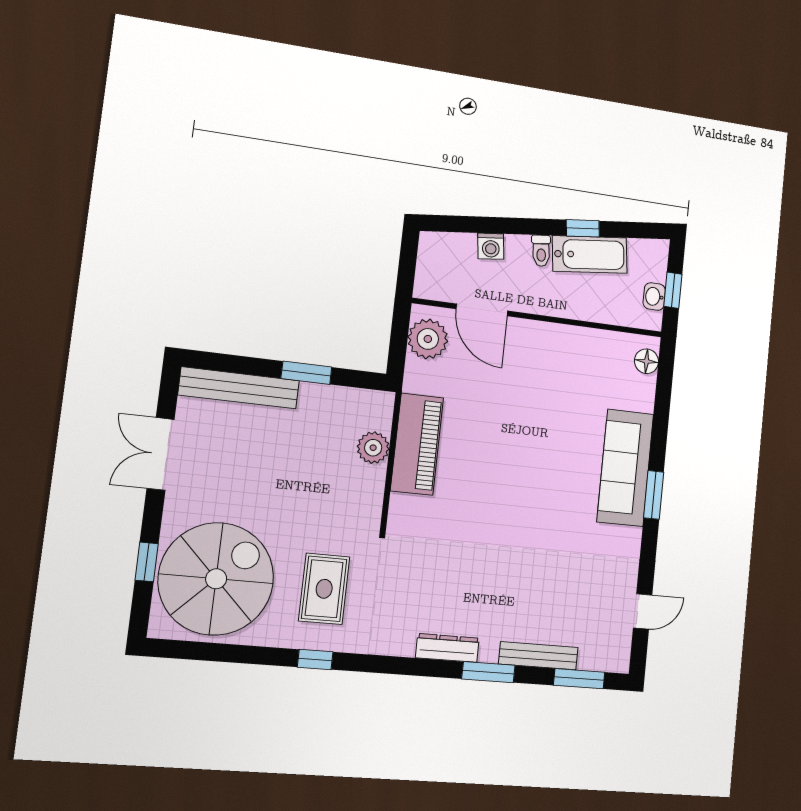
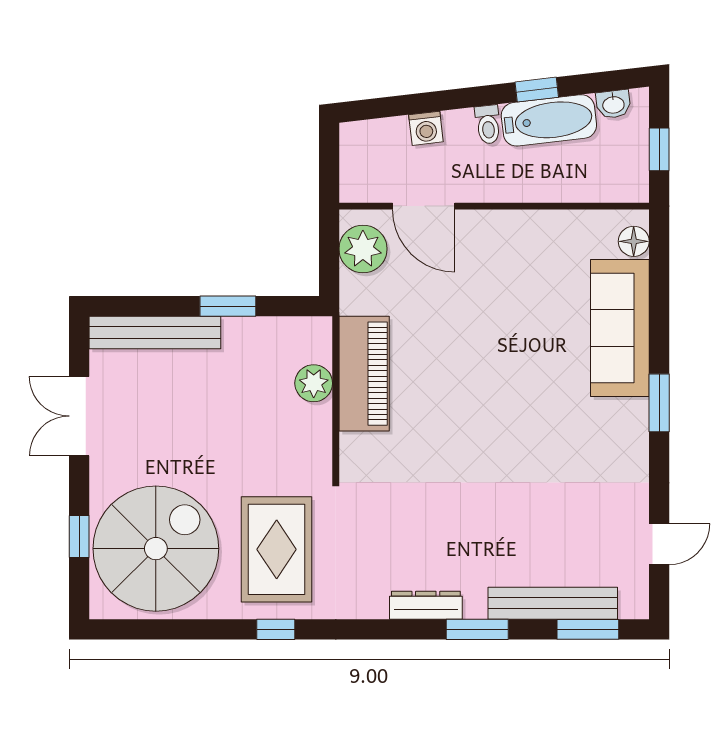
washbasin: (654, 297) -> (613, 104), moved, turned -97
sofa: (625, 468) -> (620, 328), moved
rug: (324, 589) -> (277, 549), width x1.36, depth x1.43
bench: (538, 656) -> (553, 603), width x1.37, depth x1.21

